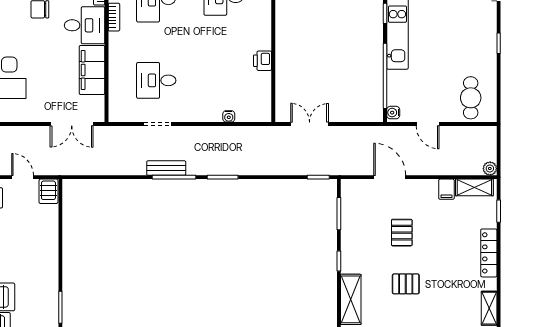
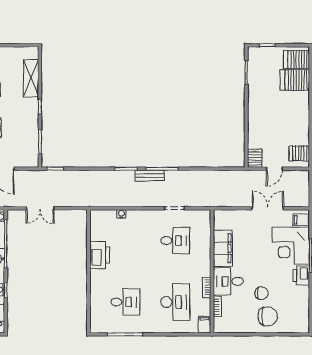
printer: (263, 61) -> (100, 255), width x1.87, depth x1.48
double door: (72, 124) -> (268, 208), moved
double door: (310, 124) -> (40, 208), moved
bench: (166, 168) -> (150, 176), moved
door: (23, 177) -> (274, 169), hinge flipped

